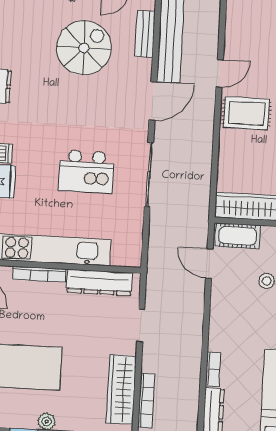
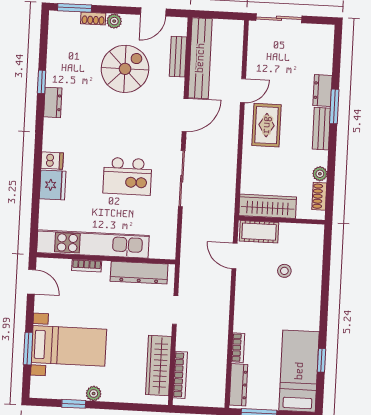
rug: (247, 113) -> (266, 125), turned 90
bookcase: (39, 274) -> (87, 266), width x0.64

